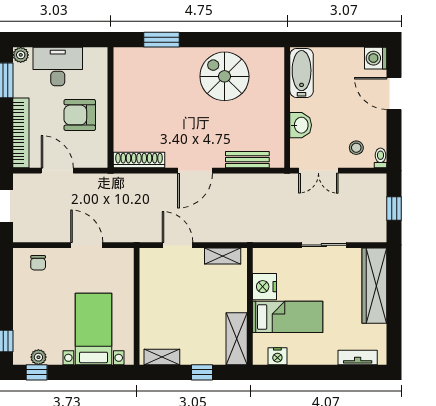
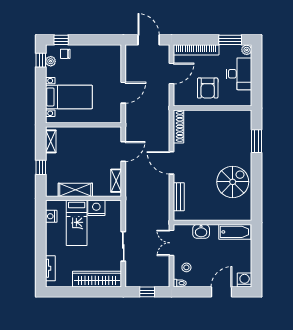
armchair: (80, 115) -> (208, 88), turned 180
chair: (38, 263) -> (65, 54), moved
shelving: (237, 339) -> (75, 190), moved

